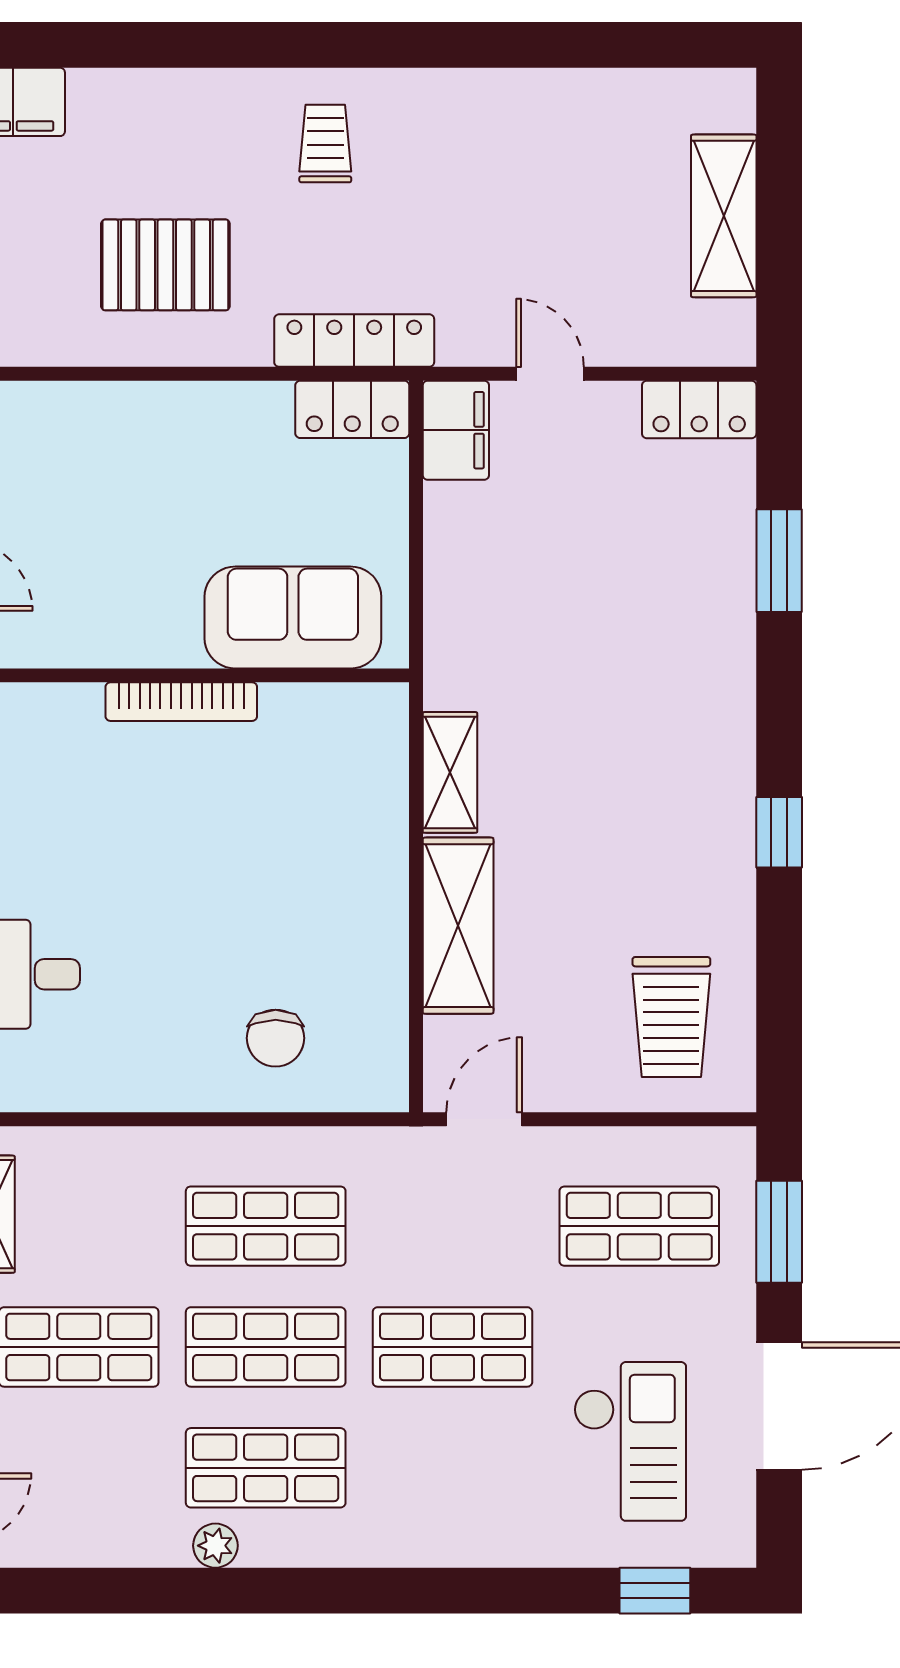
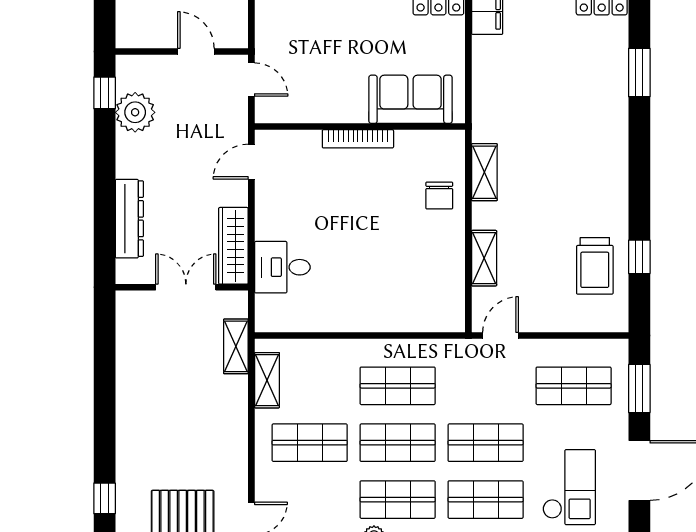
window: (779, 832) -> (639, 257), moved
shelving: (458, 926) -> (484, 258), width x0.67, depth x0.75
trolley: (671, 1017) -> (595, 266), moved
chair: (276, 1038) -> (439, 196), moved
shop shelf: (452, 1468) -> (486, 500), added

